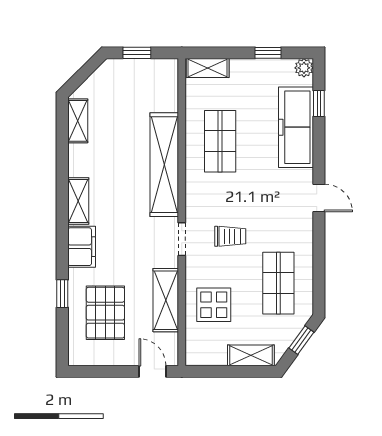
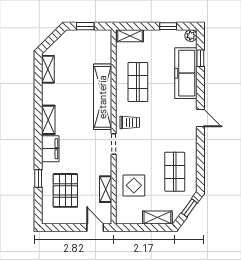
trolley: (230, 236) -> (130, 123), moved
shelving: (166, 300) -> (106, 189), width x0.67, depth x0.75

